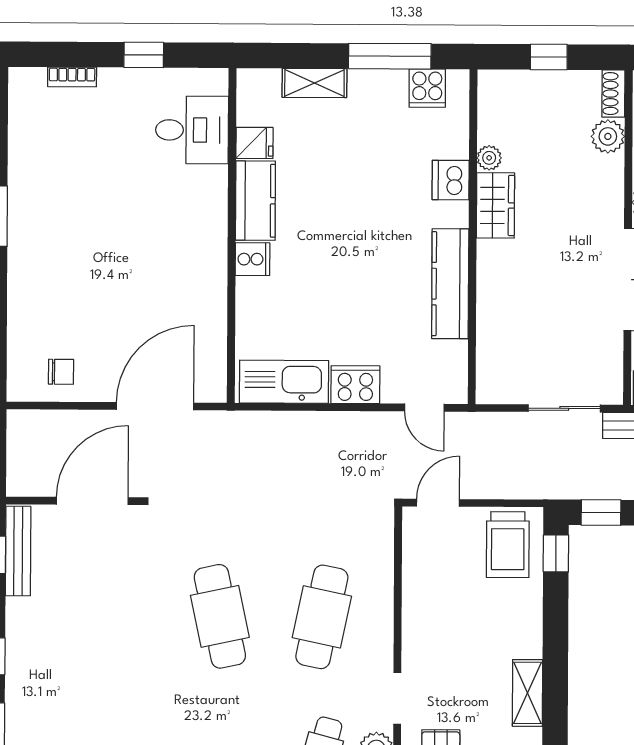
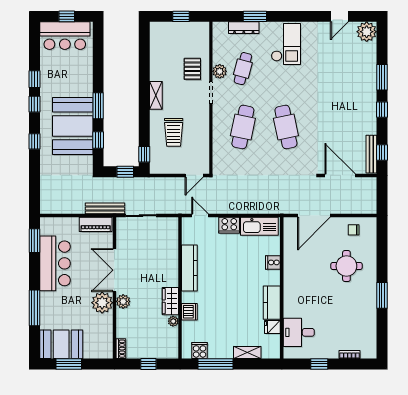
plant: (608, 136) -> (123, 301), moved
cooker: (253, 259) -> (273, 262), moved
round table: (78, 286) -> (346, 266), added
door: (92, 501) -> (340, 175), swing flipped
trolley: (508, 545) -> (174, 132), moved, turned 180

